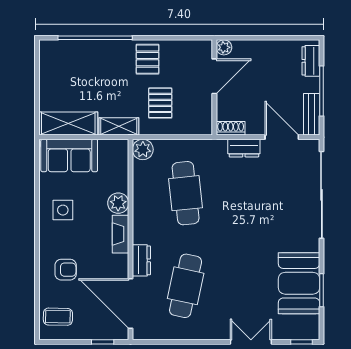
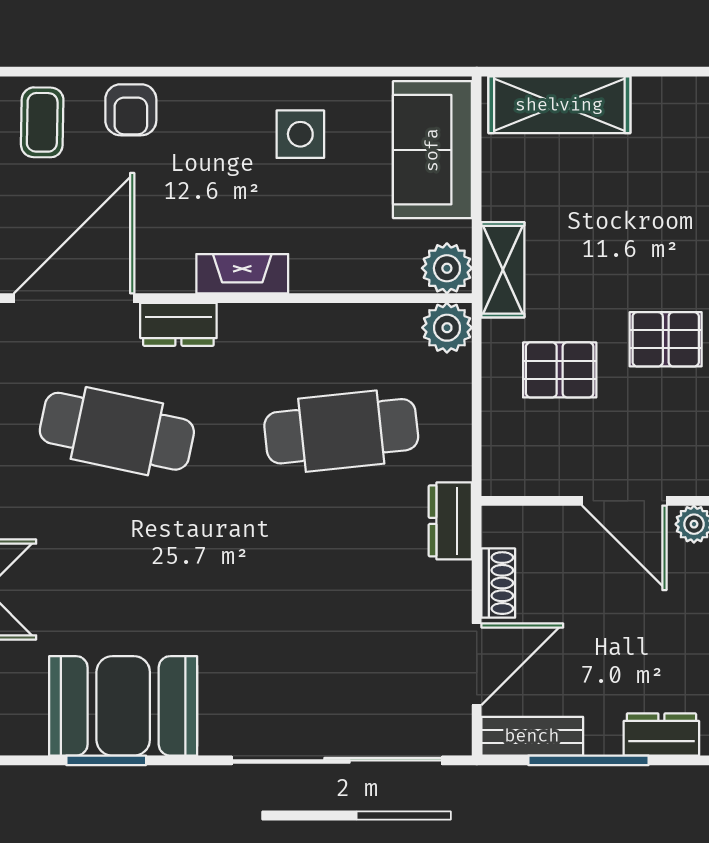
shelving: (68, 124) -> (559, 105), moved, turned 90
shoe rack: (231, 128) -> (498, 583), moved
dresser: (244, 148) -> (450, 521), moved
plant: (118, 203) -> (447, 268), moved
armchair: (66, 270) -> (131, 110), moved

